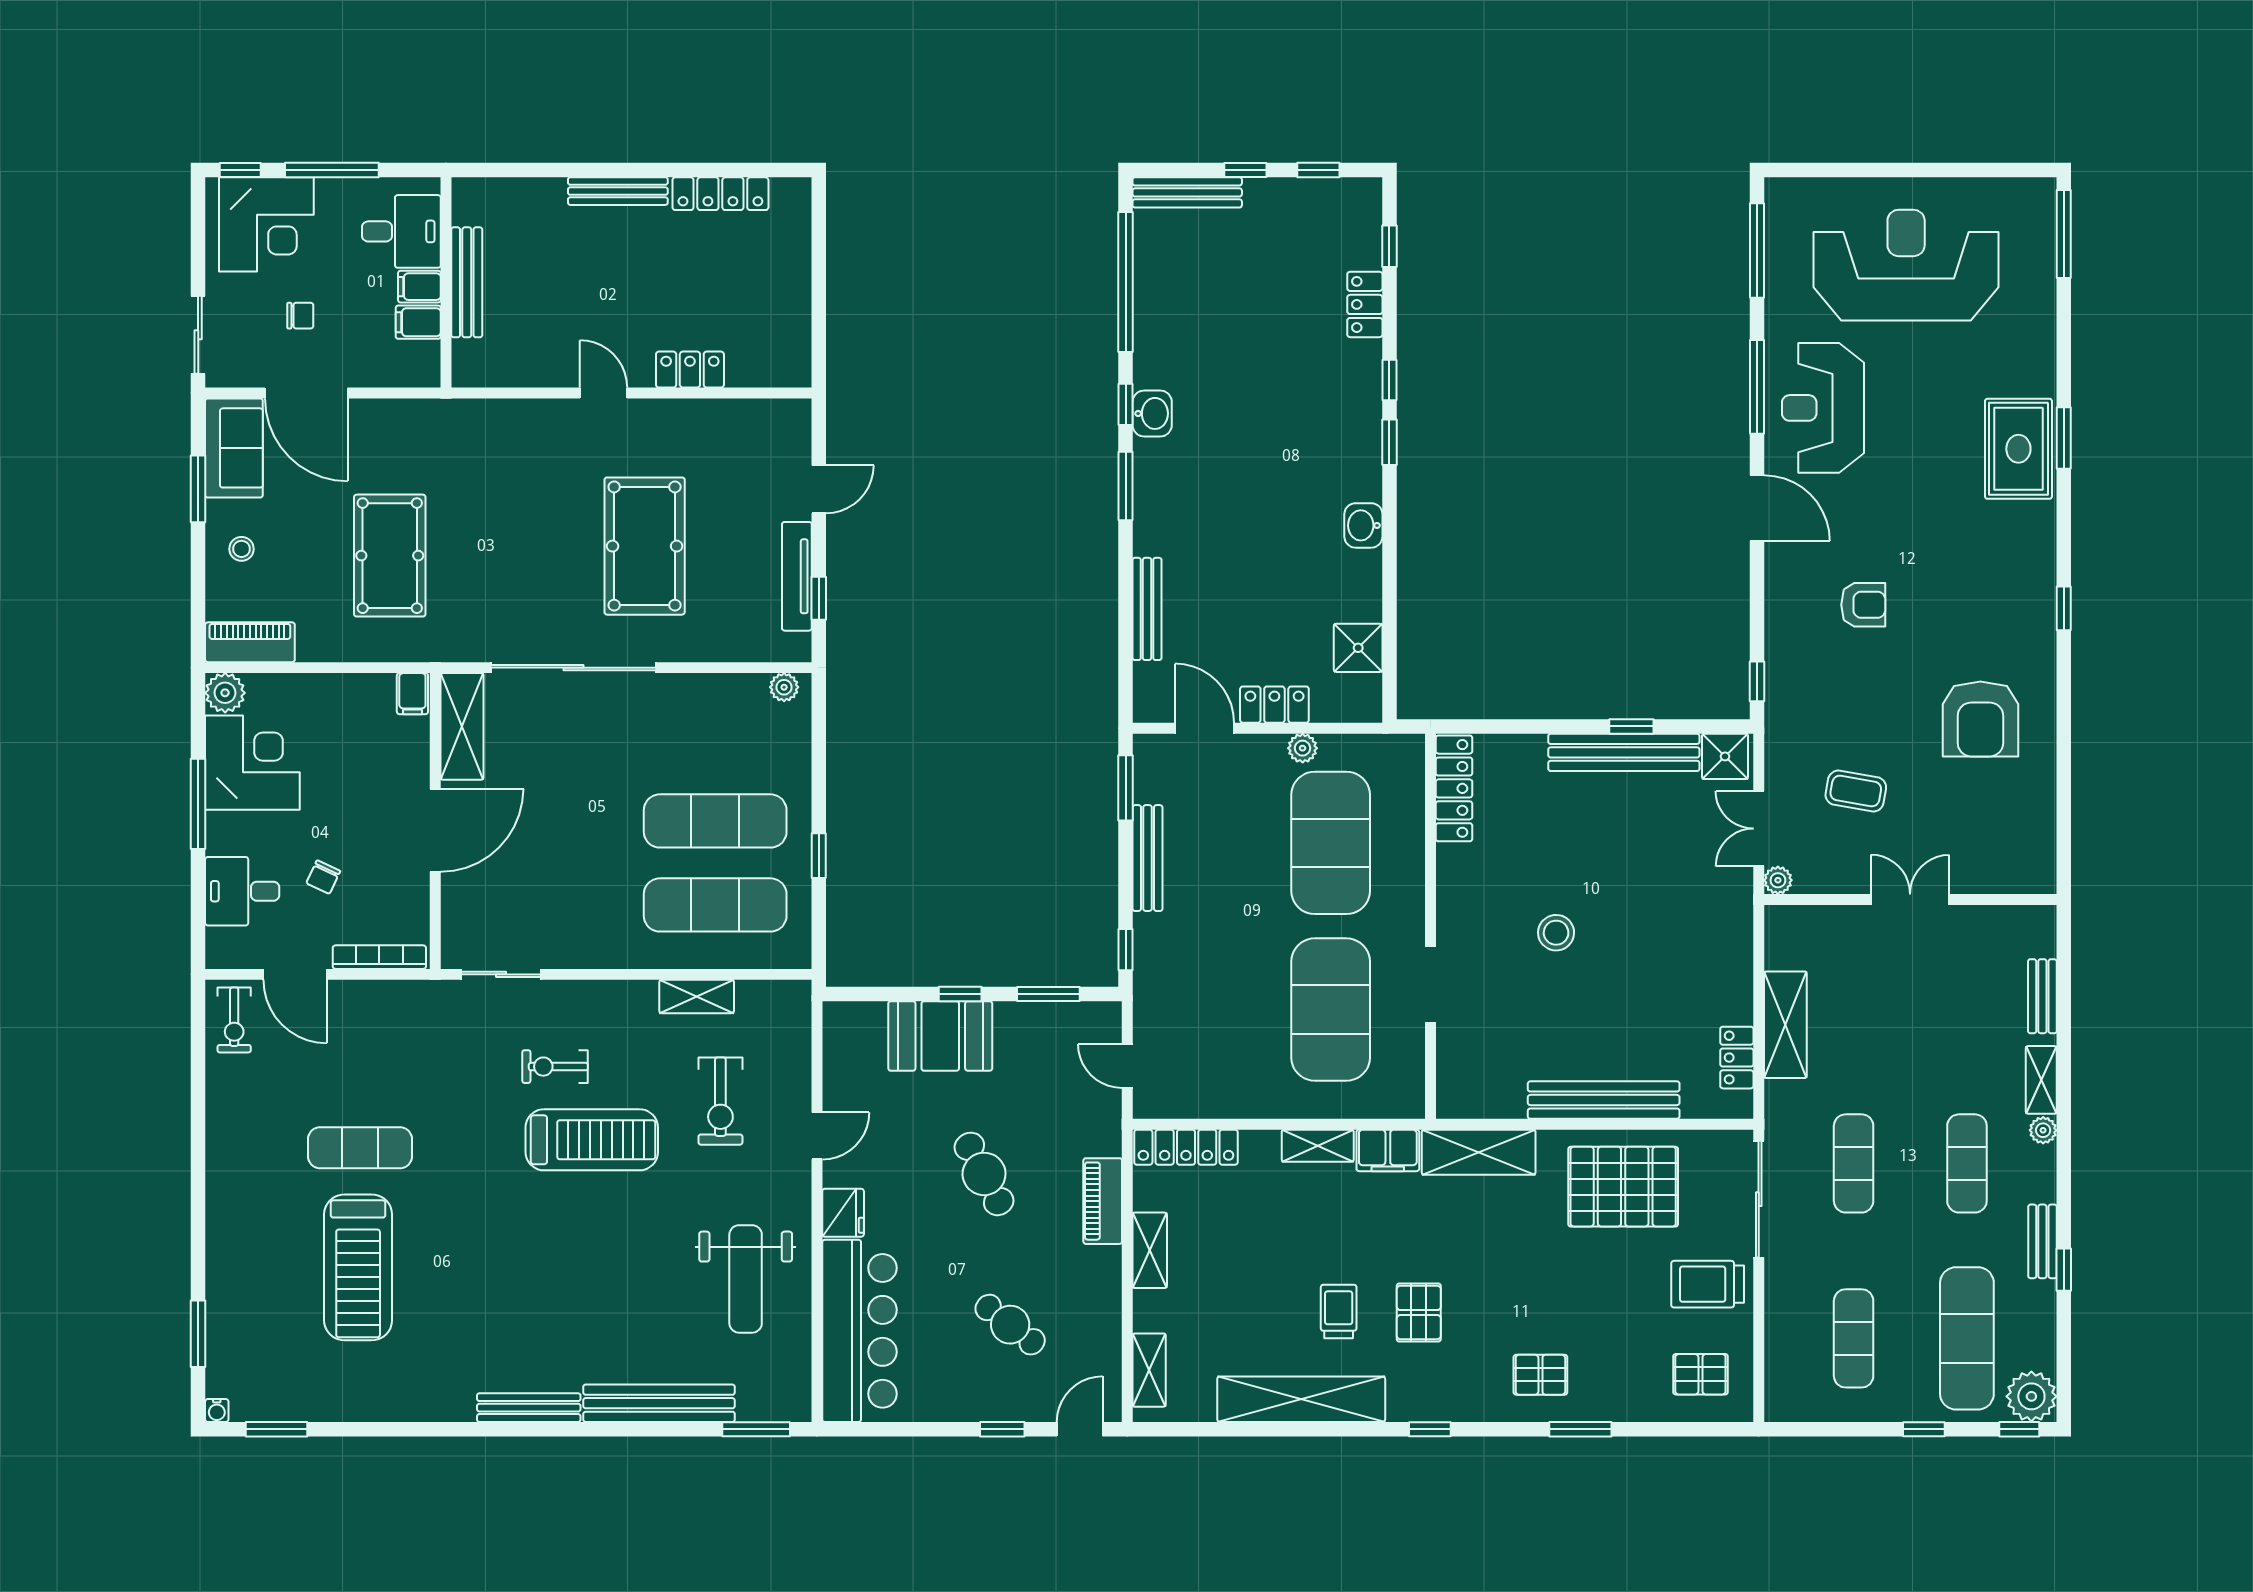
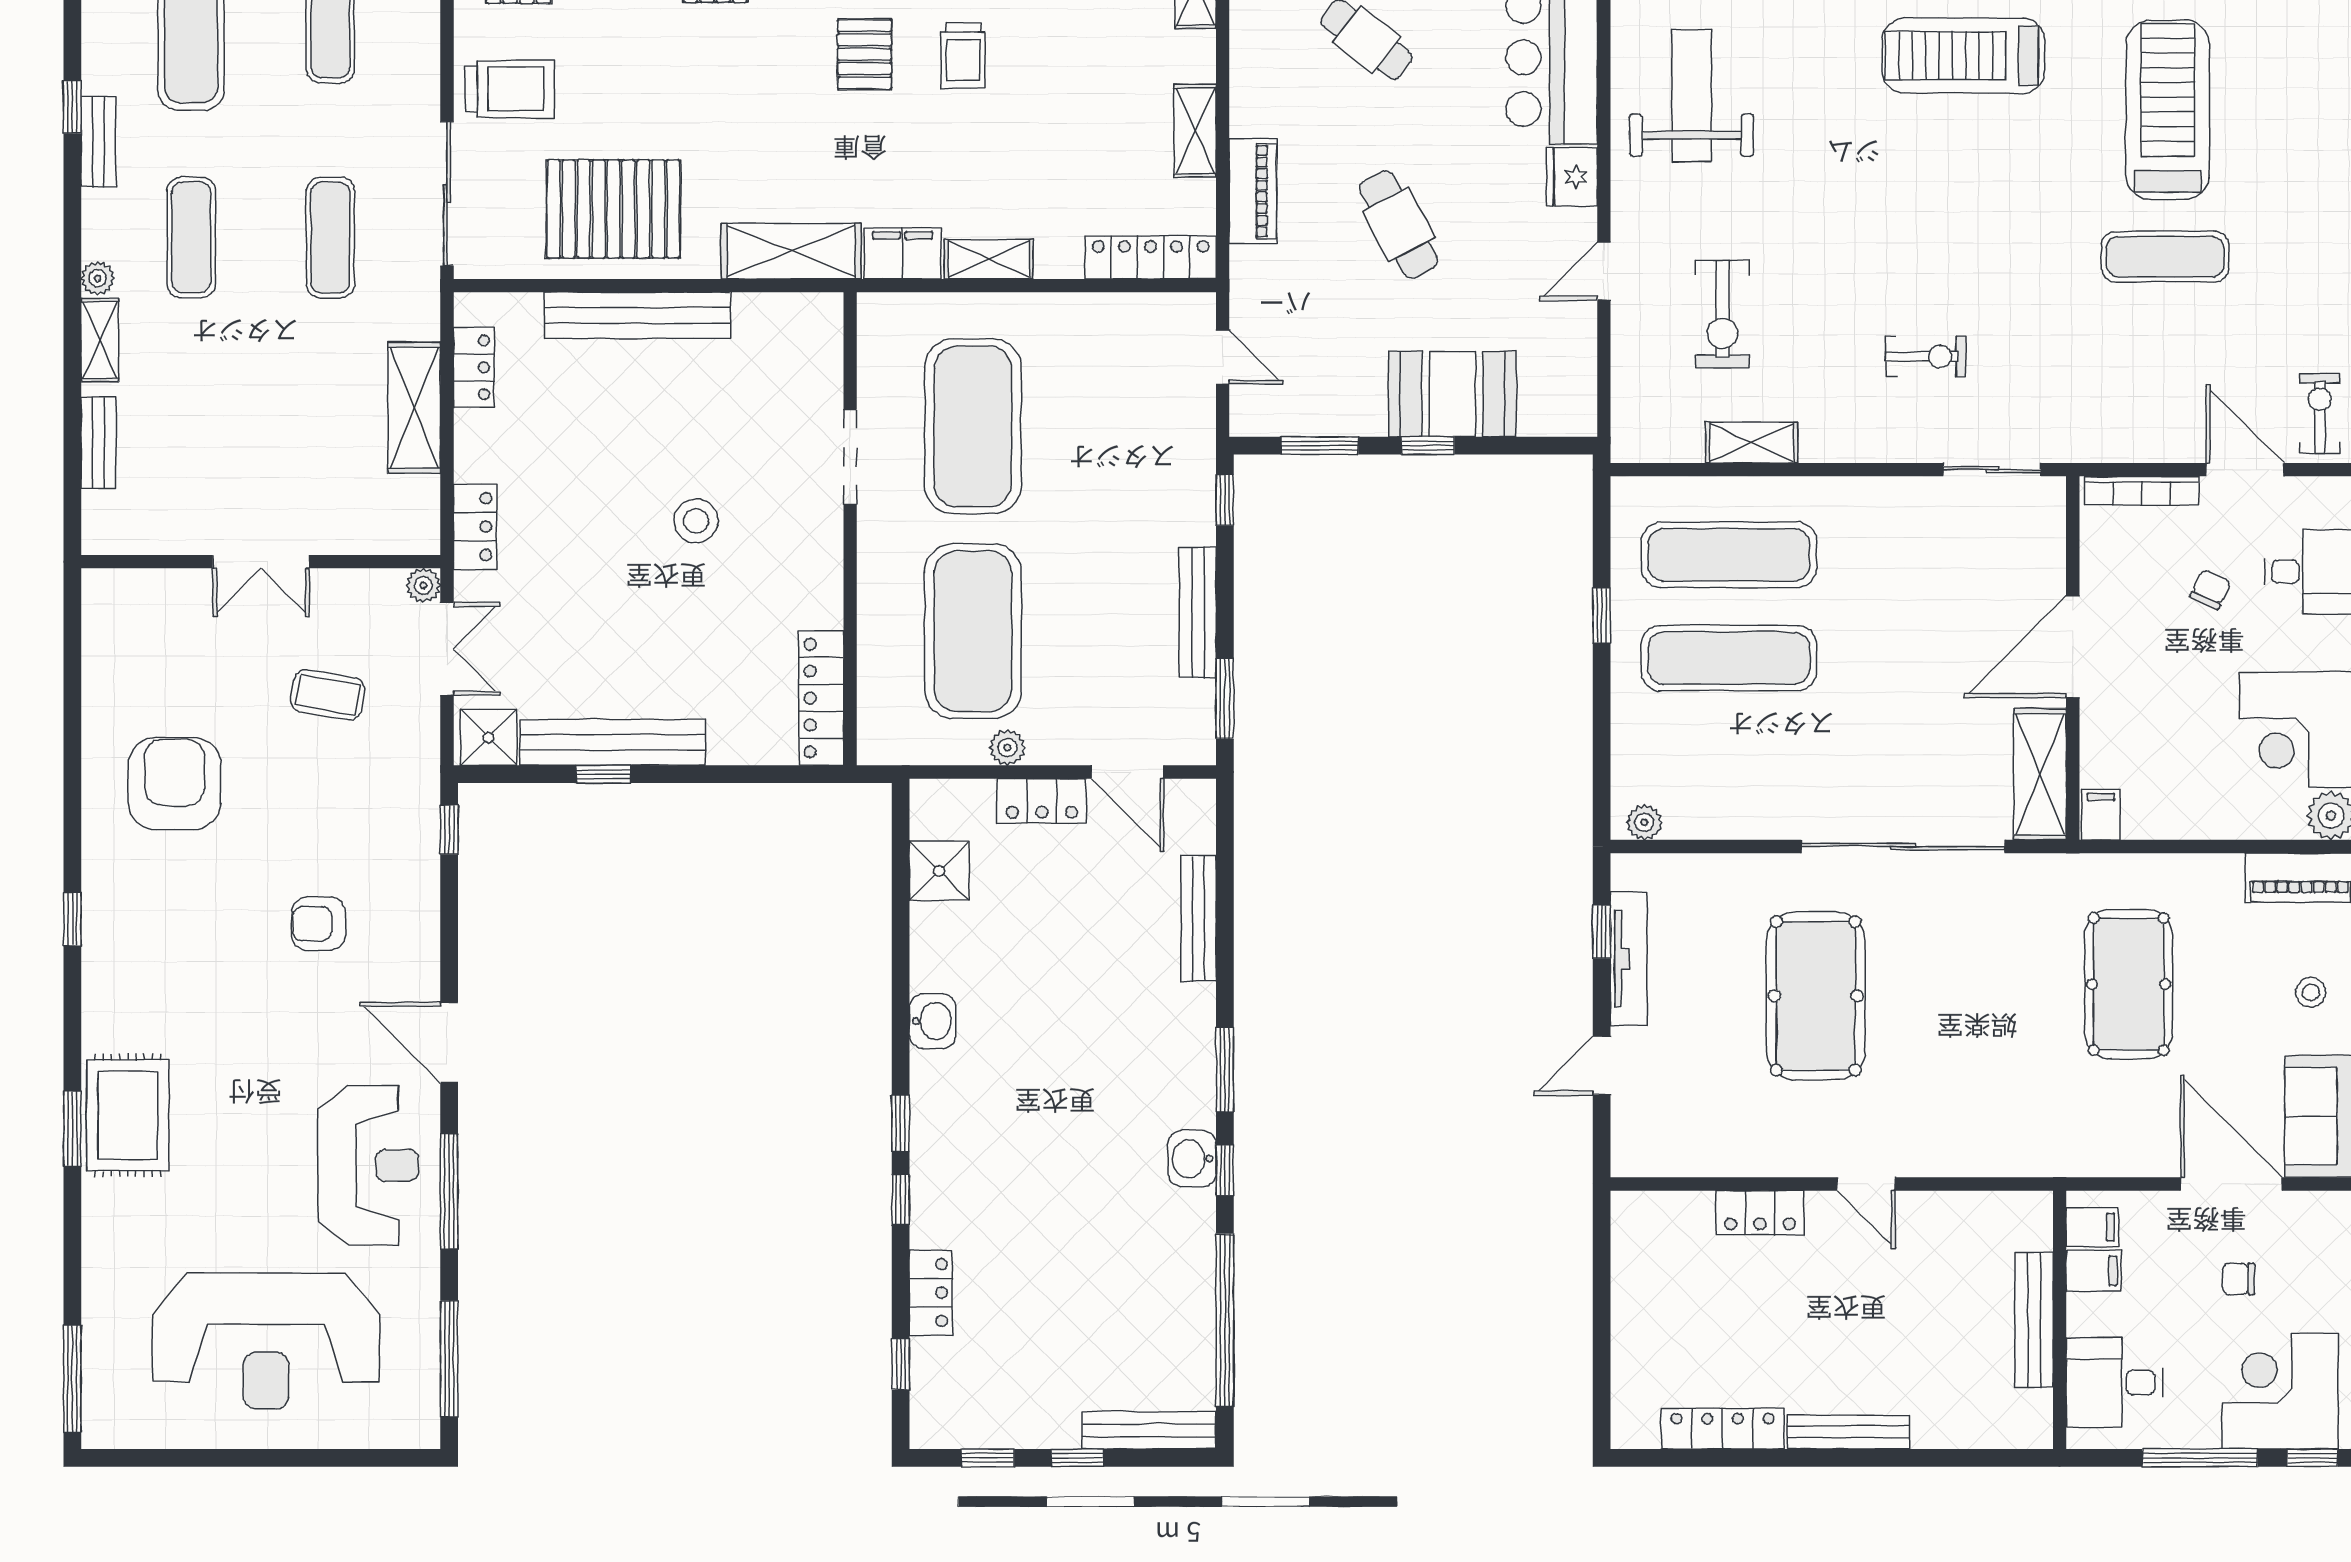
filing cabinet: (419, 287) -> (2092, 1227), moved
locker: (1736, 928) -> (475, 527), added
exercise bike: (720, 1101) -> (1722, 314), turned 180
treadmill: (592, 1140) -> (1963, 56), moved

